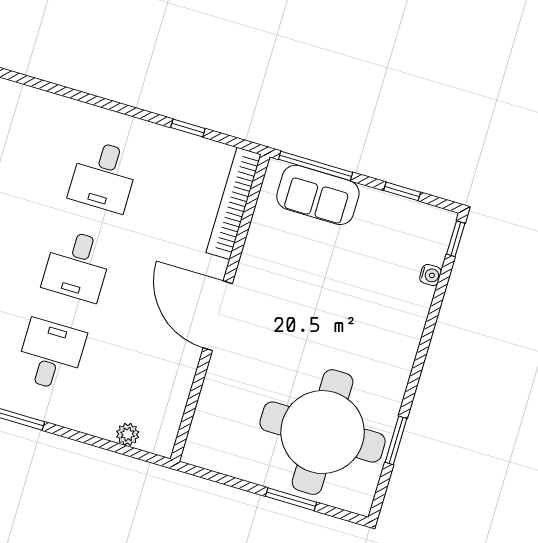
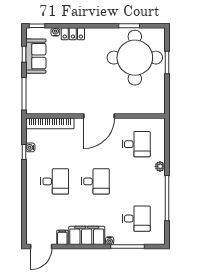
water cooler: (194, 145) -> (30, 147), added
sofa: (318, 195) -> (36, 56), moved
locker: (415, 312) -> (73, 34), added
desk: (51, 355) -> (136, 144), moved, turned 180
plant: (128, 434) -> (160, 166), moved

